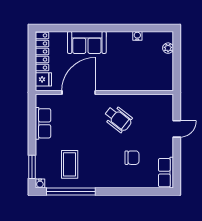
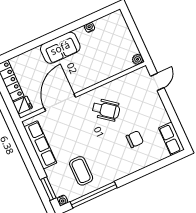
sofa: (87, 42) -> (60, 48), moved
plant: (168, 48) -> (138, 59), moved
row of seats: (43, 123) -> (40, 145), width x1.48
door: (177, 129) -> (157, 82), moved

